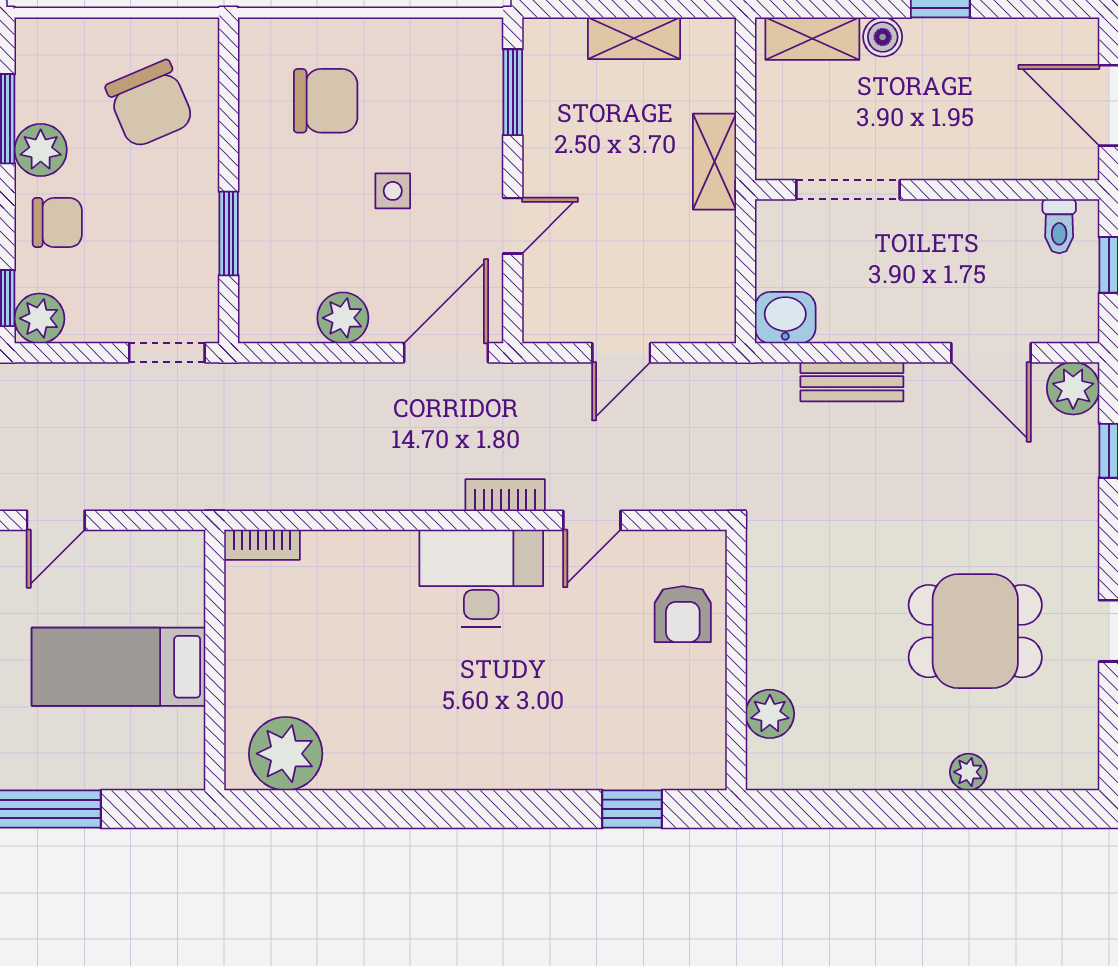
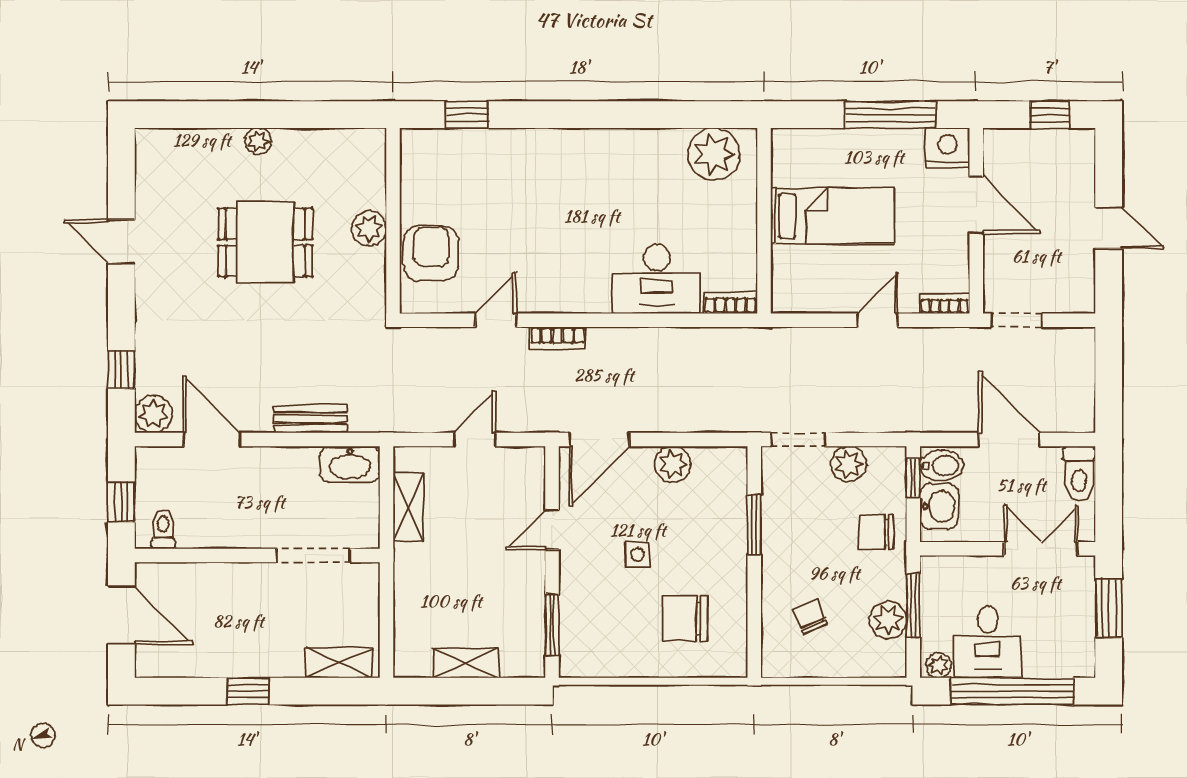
boiler: (883, 37) -> (289, 664), removed
chair: (150, 104) -> (810, 616), width x0.54, depth x0.54
plant: (41, 150) -> (888, 620), moved
shelving: (715, 162) -> (408, 507), moved
plant: (39, 318) -> (849, 464), moved
washbasin: (785, 318) -> (350, 464), width x1.38
desk: (481, 578) -> (657, 279), moved
armchair: (683, 614) -> (431, 253), width x1.38, depth x1.38
dining table: (975, 631) -> (265, 242), moved
plant: (770, 714) -> (369, 228), moved
plant: (968, 772) -> (258, 141), moved

